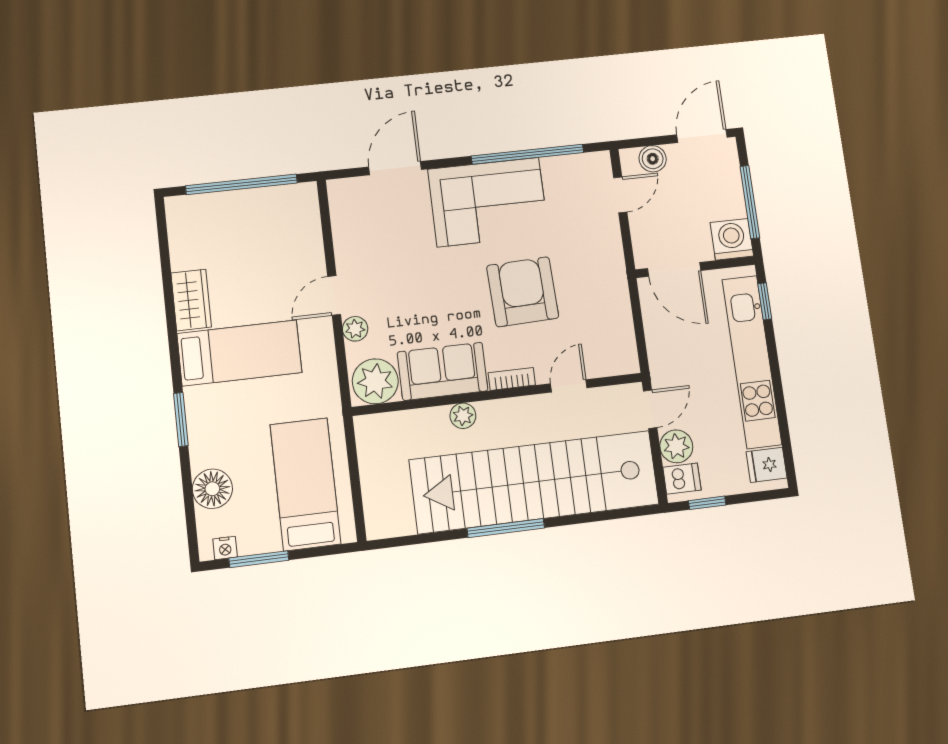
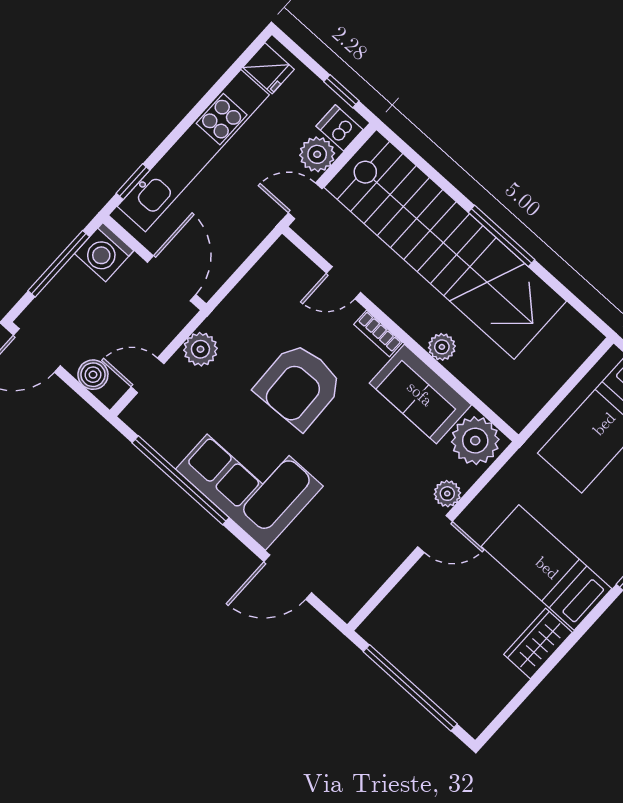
plant: (607, 246) -> (200, 349), added

